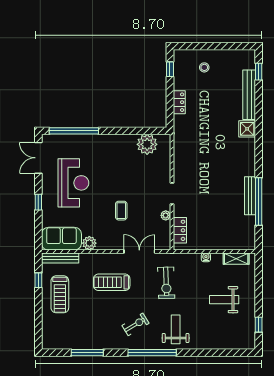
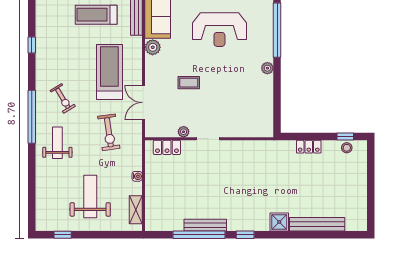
stool: (204, 67) -> (347, 148), moved
window: (259, 72) -> (245, 235), moved
plant: (147, 144) -> (267, 68), moved, width x0.53, depth x0.53
double door: (139, 251) -> (144, 103), swing flipped
treadmill: (112, 282) -> (109, 72), width x1.37, depth x1.38
exercise bike: (166, 283) -> (109, 132), turned -96
weight bench: (224, 300) -> (90, 197), width x1.36, depth x1.33
weight bench: (176, 329) -> (57, 143), turned -90
window: (87, 353) -> (32, 45), width x0.46

